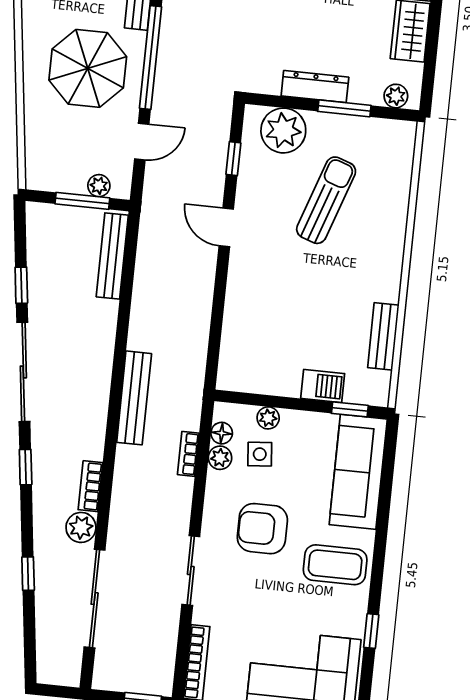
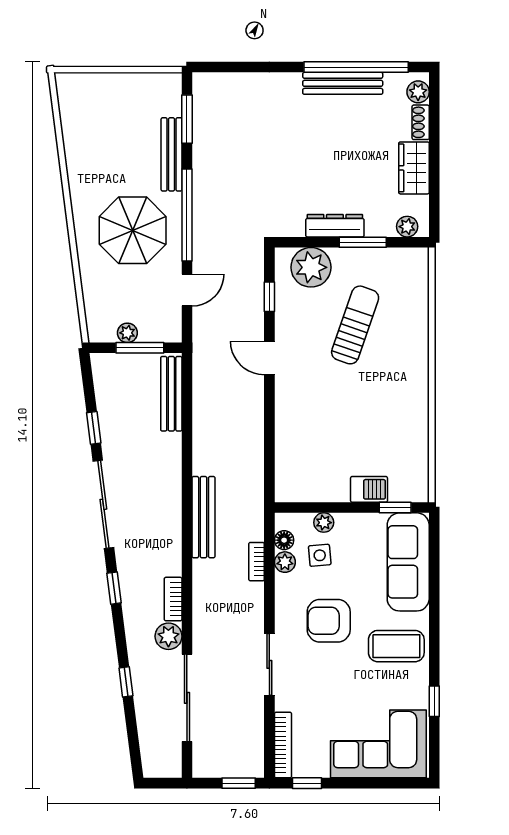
plant: (99, 186) -> (127, 333), moved
bench: (383, 336) -> (418, 440), removed

